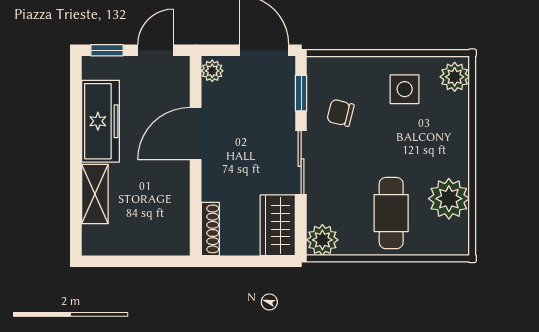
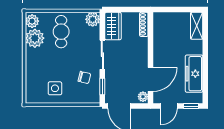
plant: (455, 77) -> (32, 21), moved
door: (196, 134) -> (151, 79), moved
shelving: (95, 194) -> (197, 26), moved

